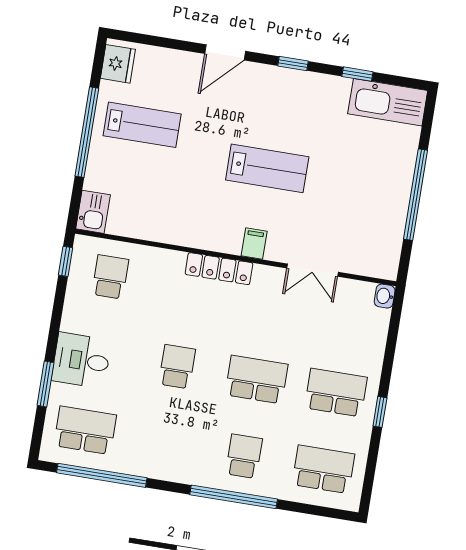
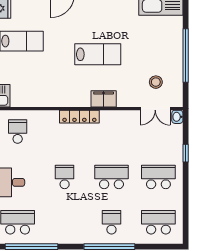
stool: (358, 231) -> (156, 82), added
filing cabinet: (254, 244) -> (104, 99), width x2.00
double door: (313, 270) -> (155, 109), moved
window: (380, 412) -> (186, 153), moved

